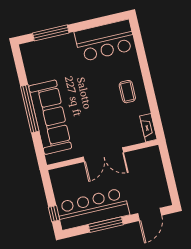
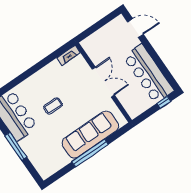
window: (51, 33) -> (16, 146), moved
coffee table: (127, 92) -> (53, 106), moved
window: (106, 225) -> (157, 59), removed

